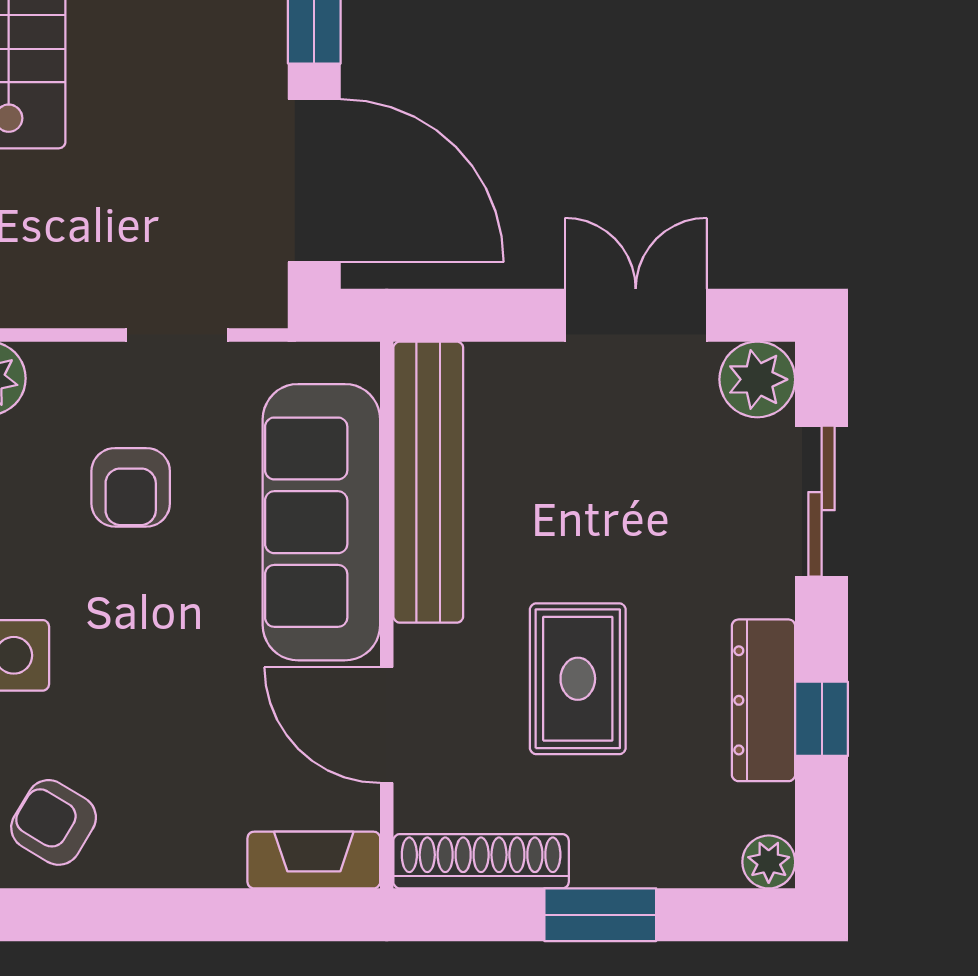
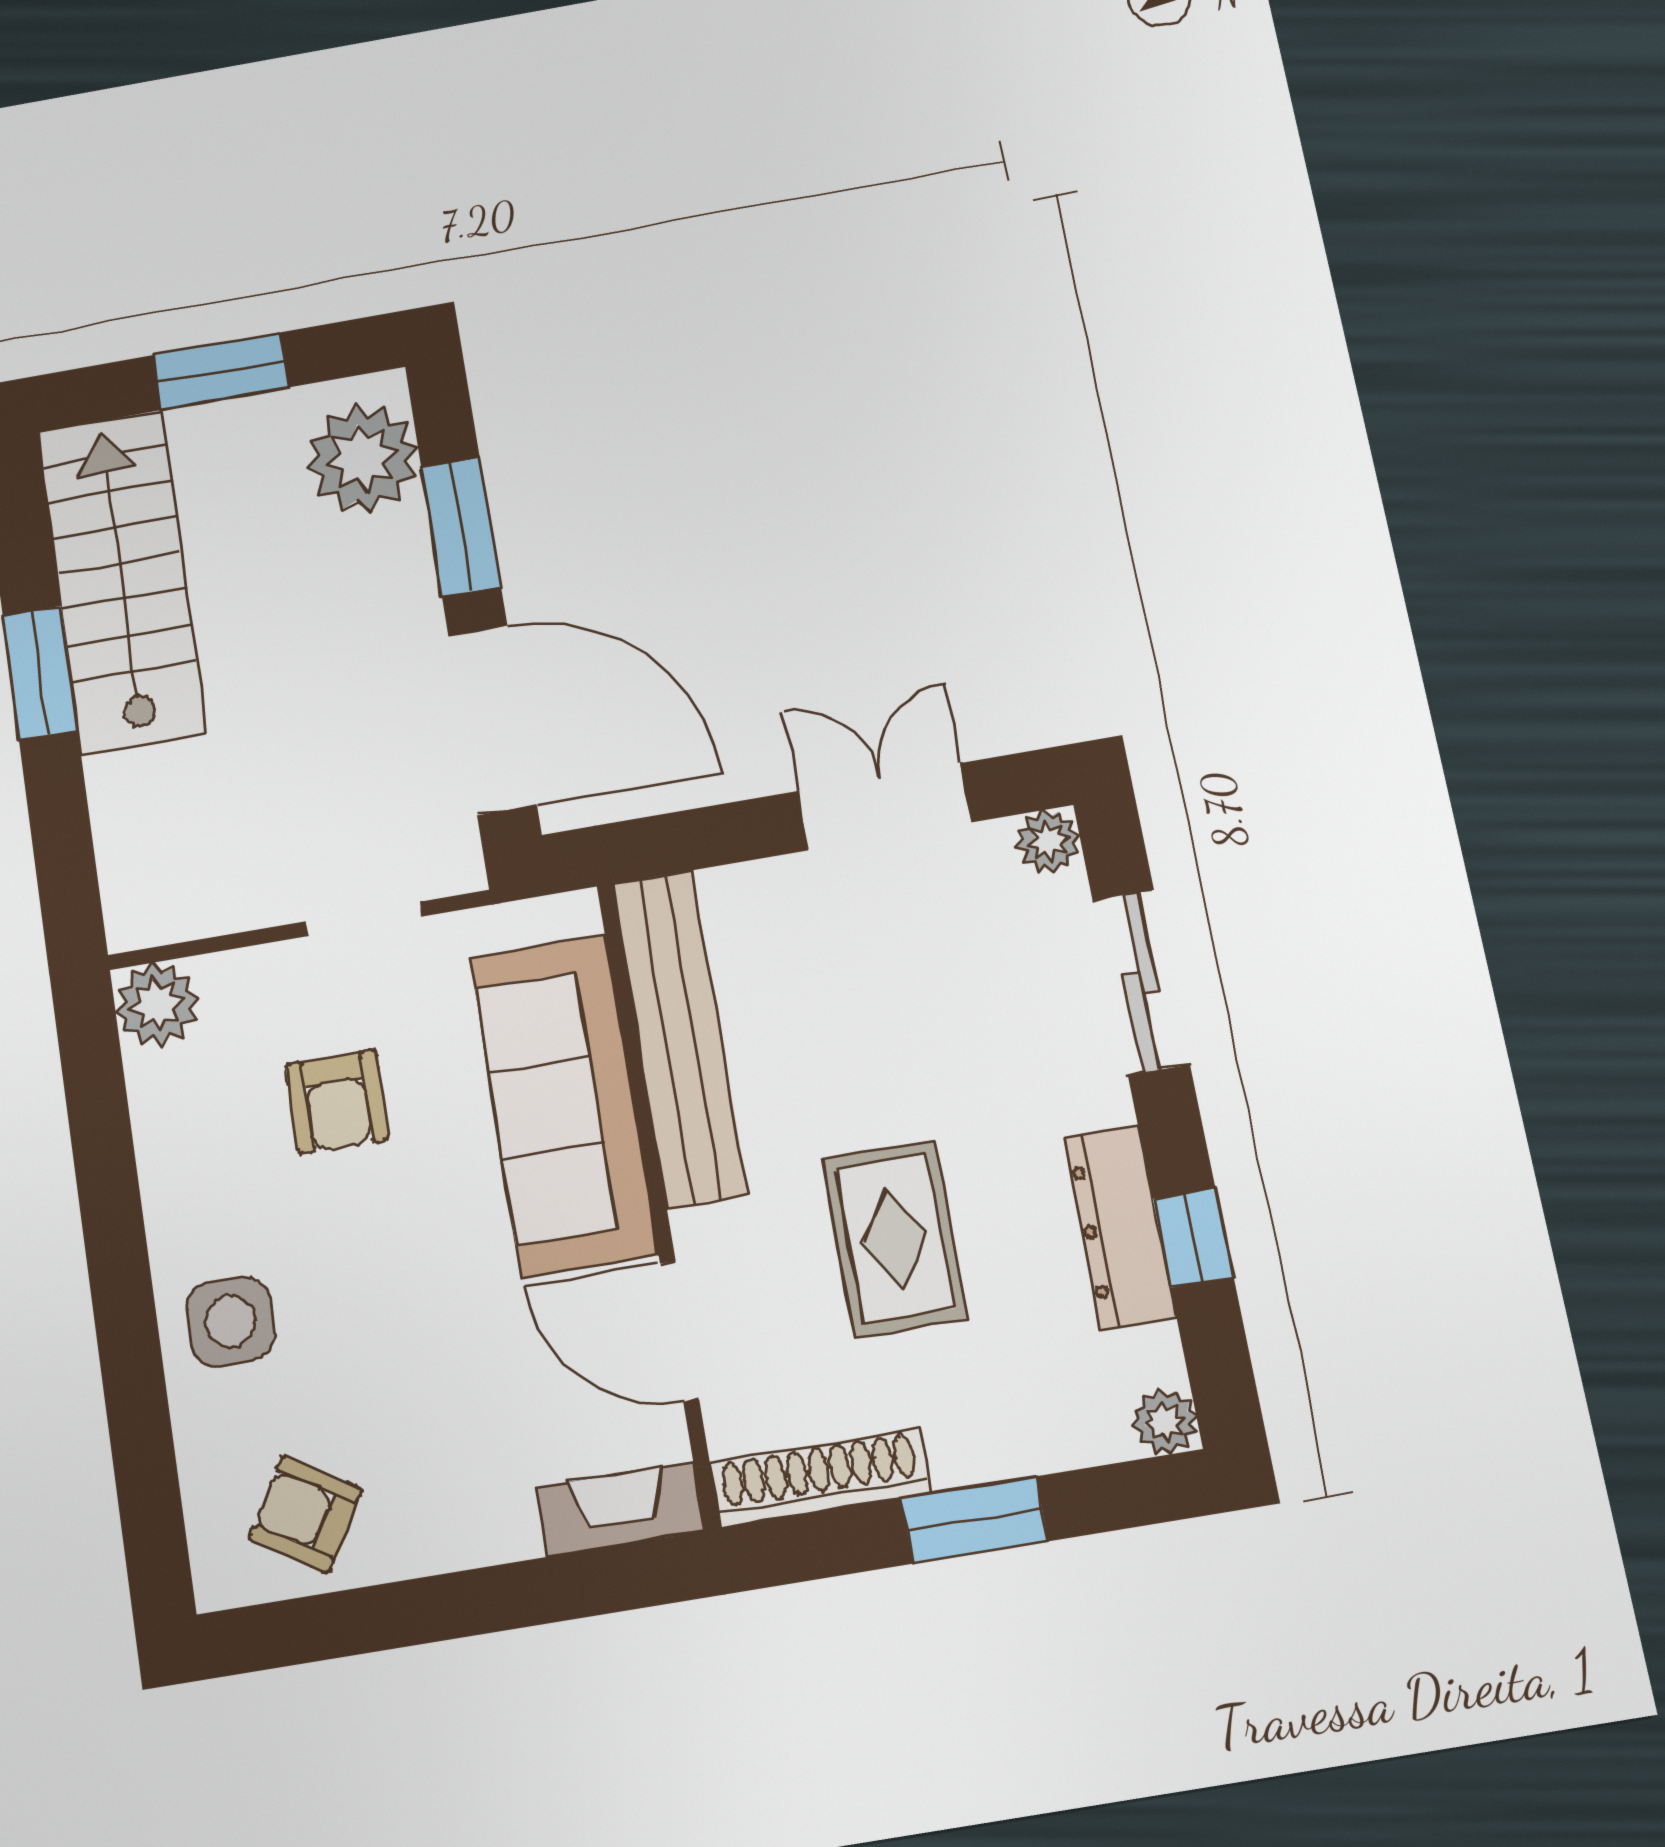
plant: (757, 379) -> (1048, 841), width x0.73, depth x0.73

